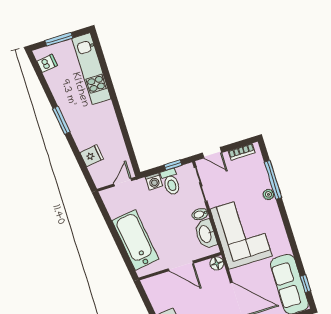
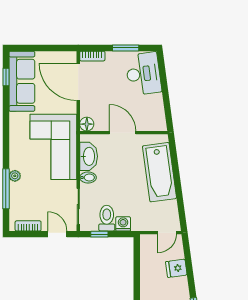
door: (123, 182) -> (167, 233), moved

